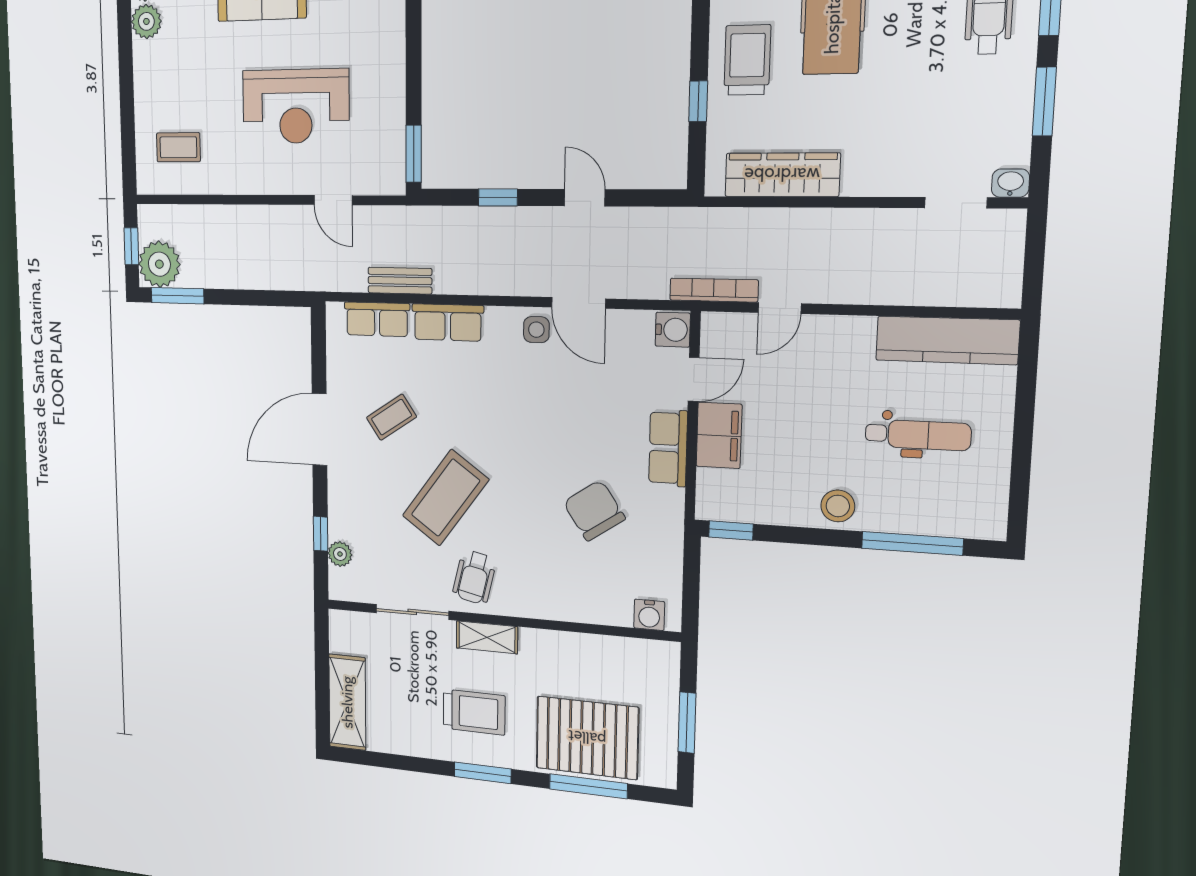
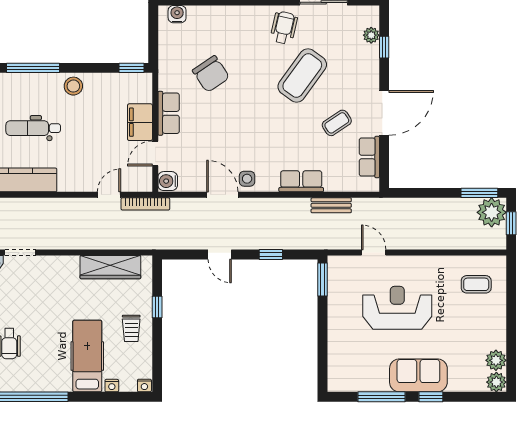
trolley: (747, 60) -> (131, 328), width x0.73, depth x0.72
row of seats: (377, 319) -> (369, 157), moved, turned -90

